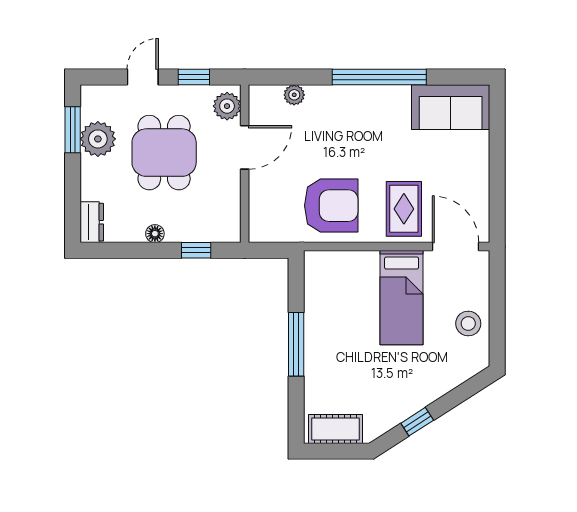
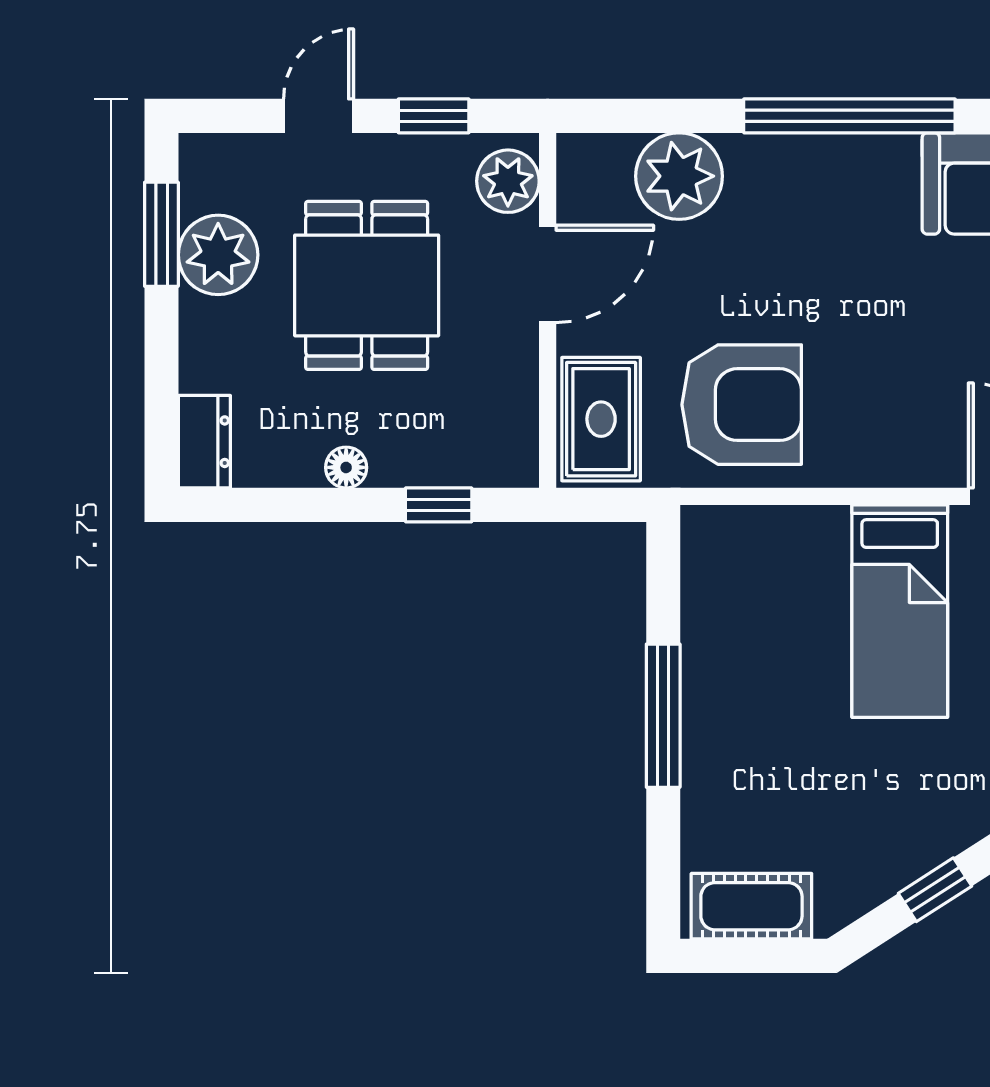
plant: (294, 95) -> (679, 176), width x1.87, depth x1.87
rug: (404, 209) -> (601, 419), moved

